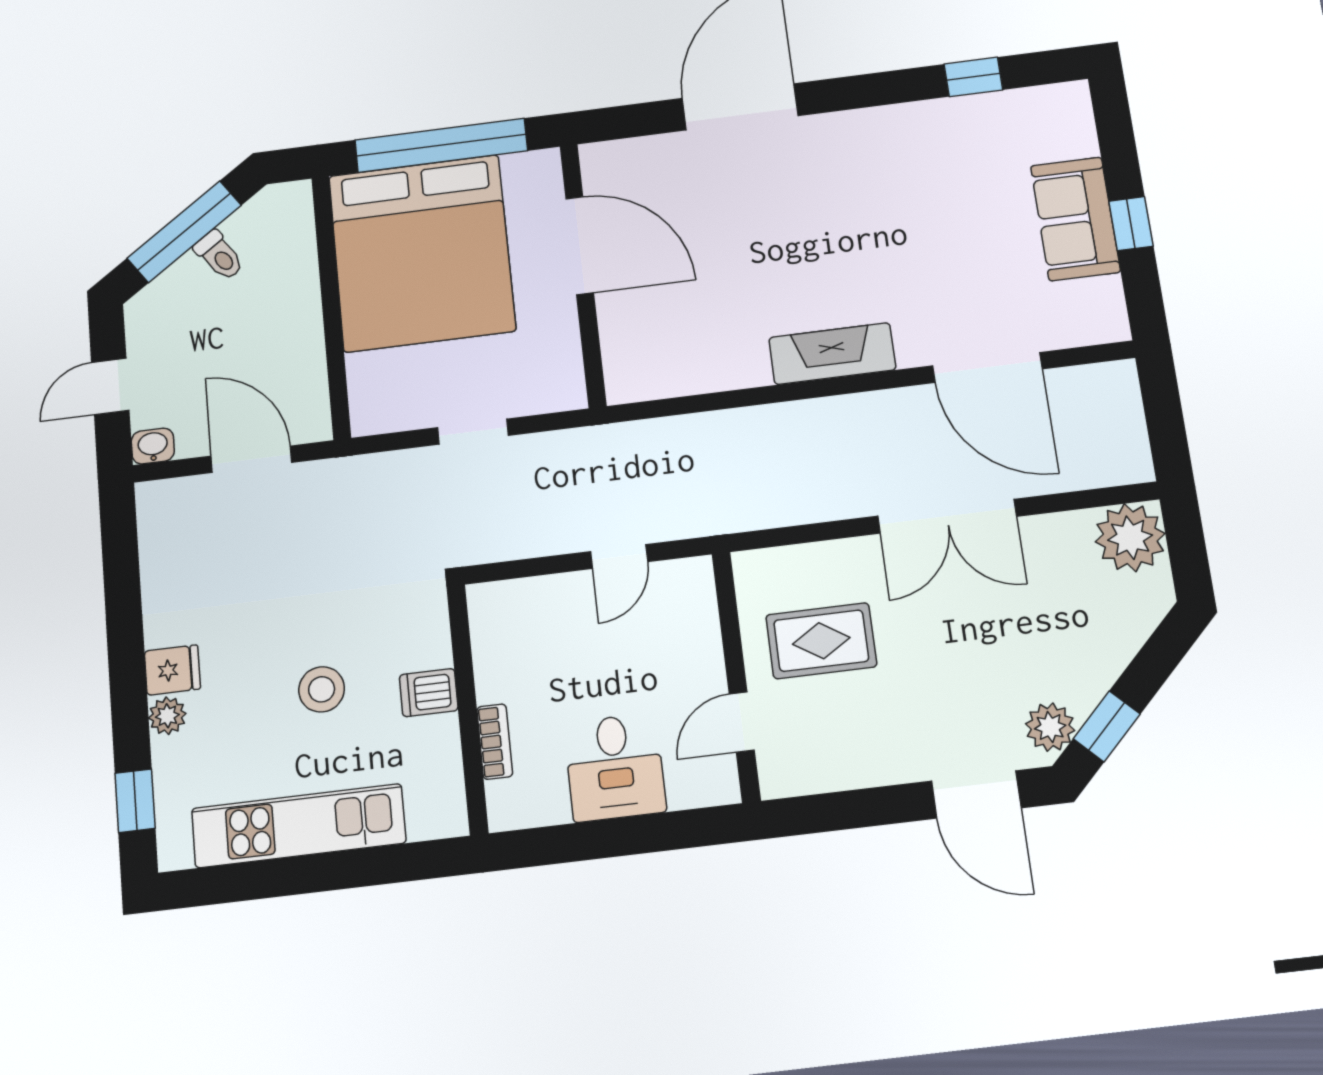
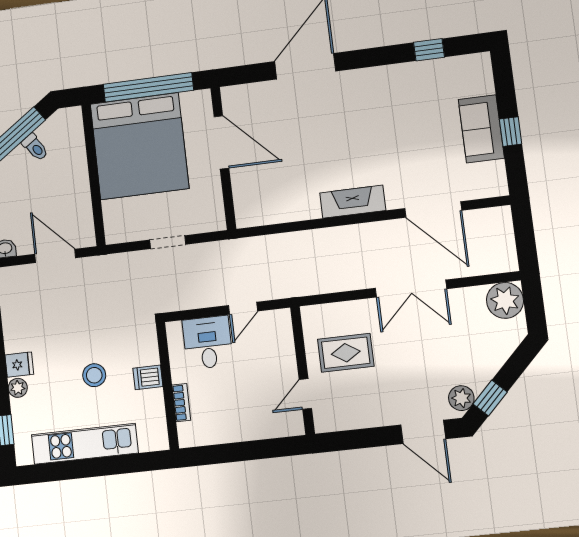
desk: (615, 767) -> (208, 342), moved, turned 180

